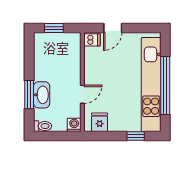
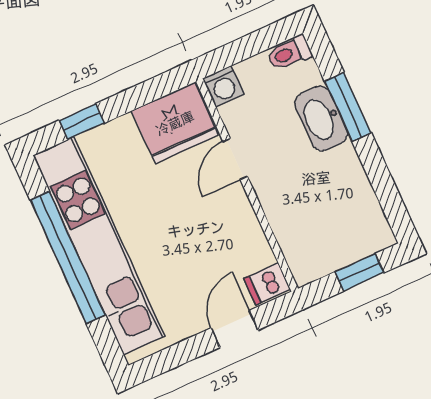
fridge: (100, 122) -> (175, 123), width x1.88, depth x1.34

